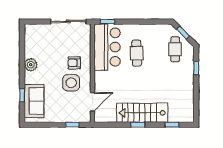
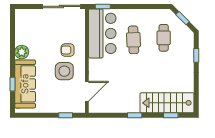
cafe table: (175, 49) -> (164, 38), moved
sofa: (34, 101) -> (25, 84), width x1.36
stairs: (142, 113) -> (167, 103), moved

